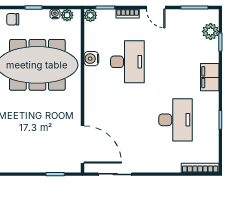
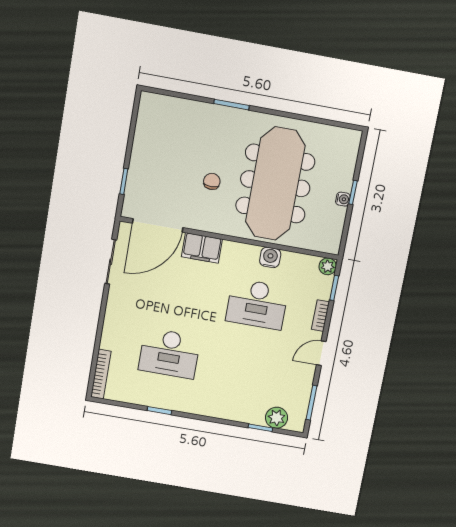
water cooler: (55, 14) -> (343, 199), moved
plant: (67, 15) -> (334, 236), removed
chair: (13, 19) -> (212, 181), moved
filing cabinet: (210, 77) -> (202, 248), moved, turned 180

